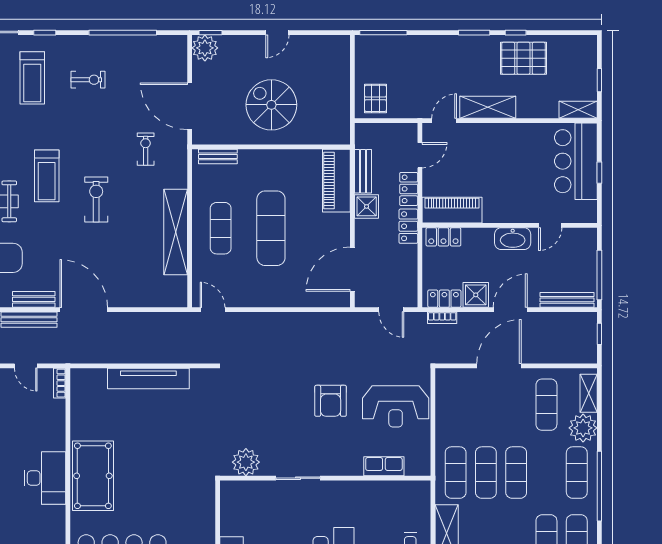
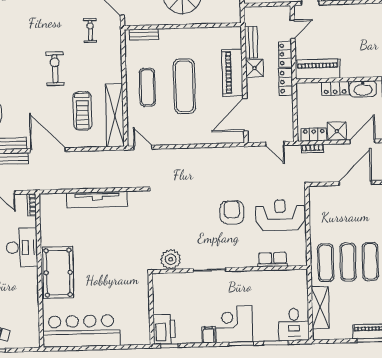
treadmill: (47, 176) -> (82, 111), moved
piano: (336, 181) -> (232, 73), moved
shelving: (176, 232) -> (115, 115), moved
locker: (443, 237) -> (335, 88), moved
armchair: (331, 401) -> (232, 212), turned 180
reception desk: (396, 406) -> (280, 215), turned 180
desk: (45, 478) -> (22, 247), moved

